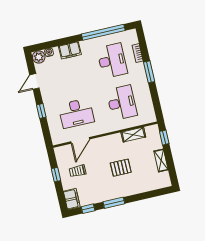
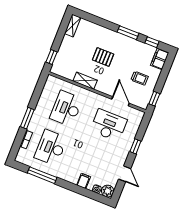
window: (103, 32) -> (42, 175), width x0.68
filing cabinet: (70, 50) -> (84, 181), width x0.50
door: (34, 81) -> (125, 174), hinge flipped
shelving: (133, 135) -> (85, 81), moved
door: (80, 140) -> (120, 101), hinge flipped
shelving: (161, 160) -> (73, 26), moved
window: (56, 175) -> (154, 99), moved

